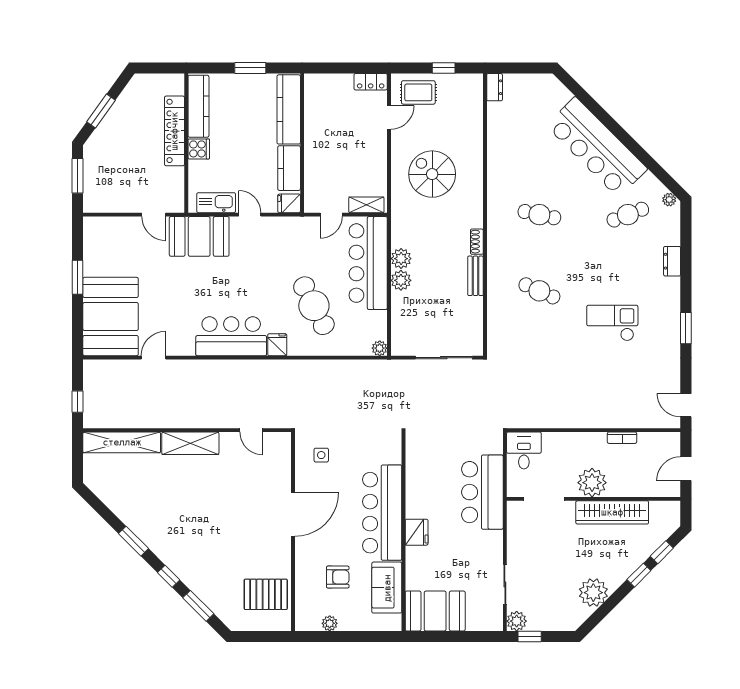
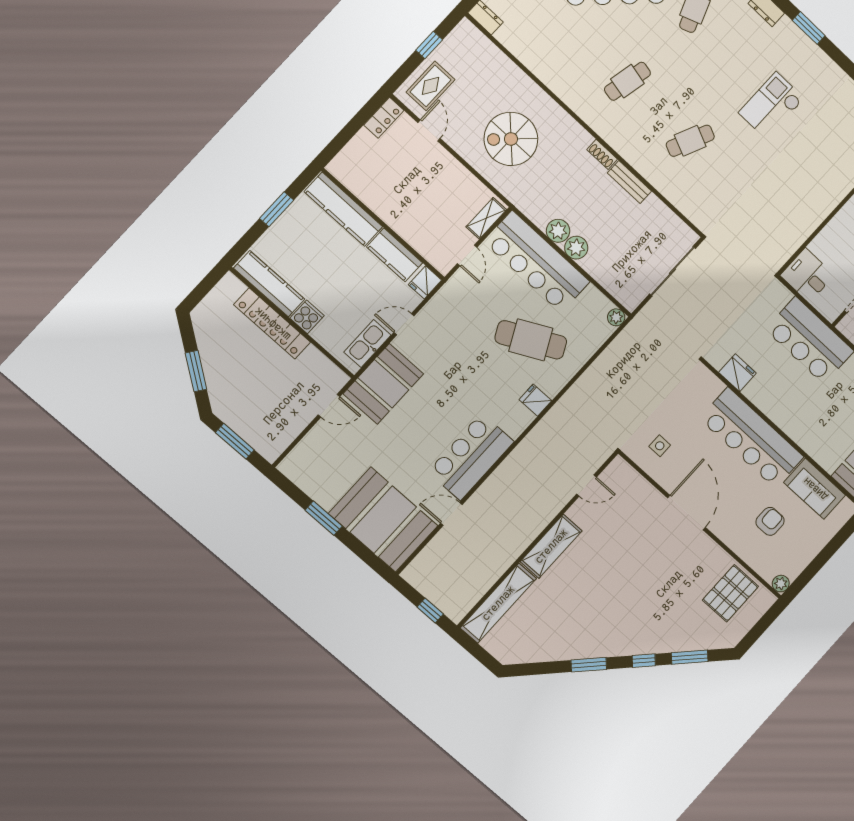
window: (686, 328) -> (809, 28), moved
bar counter: (231, 336) -> (471, 457), moved
door: (154, 358) -> (451, 514), hinge flipped
fridge: (417, 532) -> (737, 373), moved
plant: (330, 623) -> (781, 584), moved

